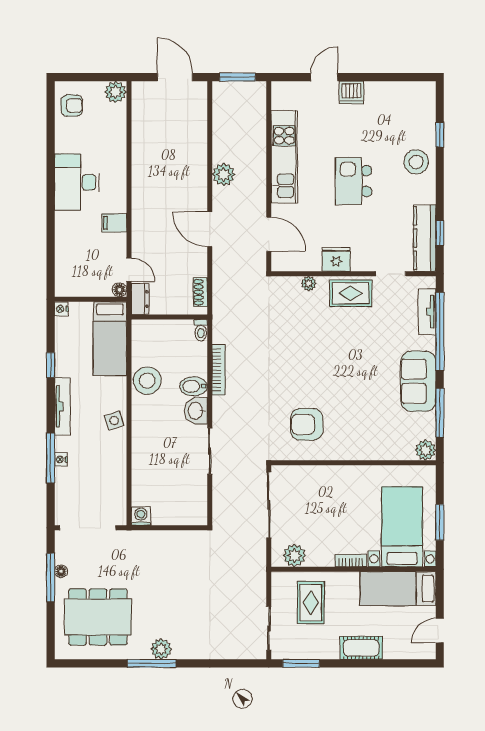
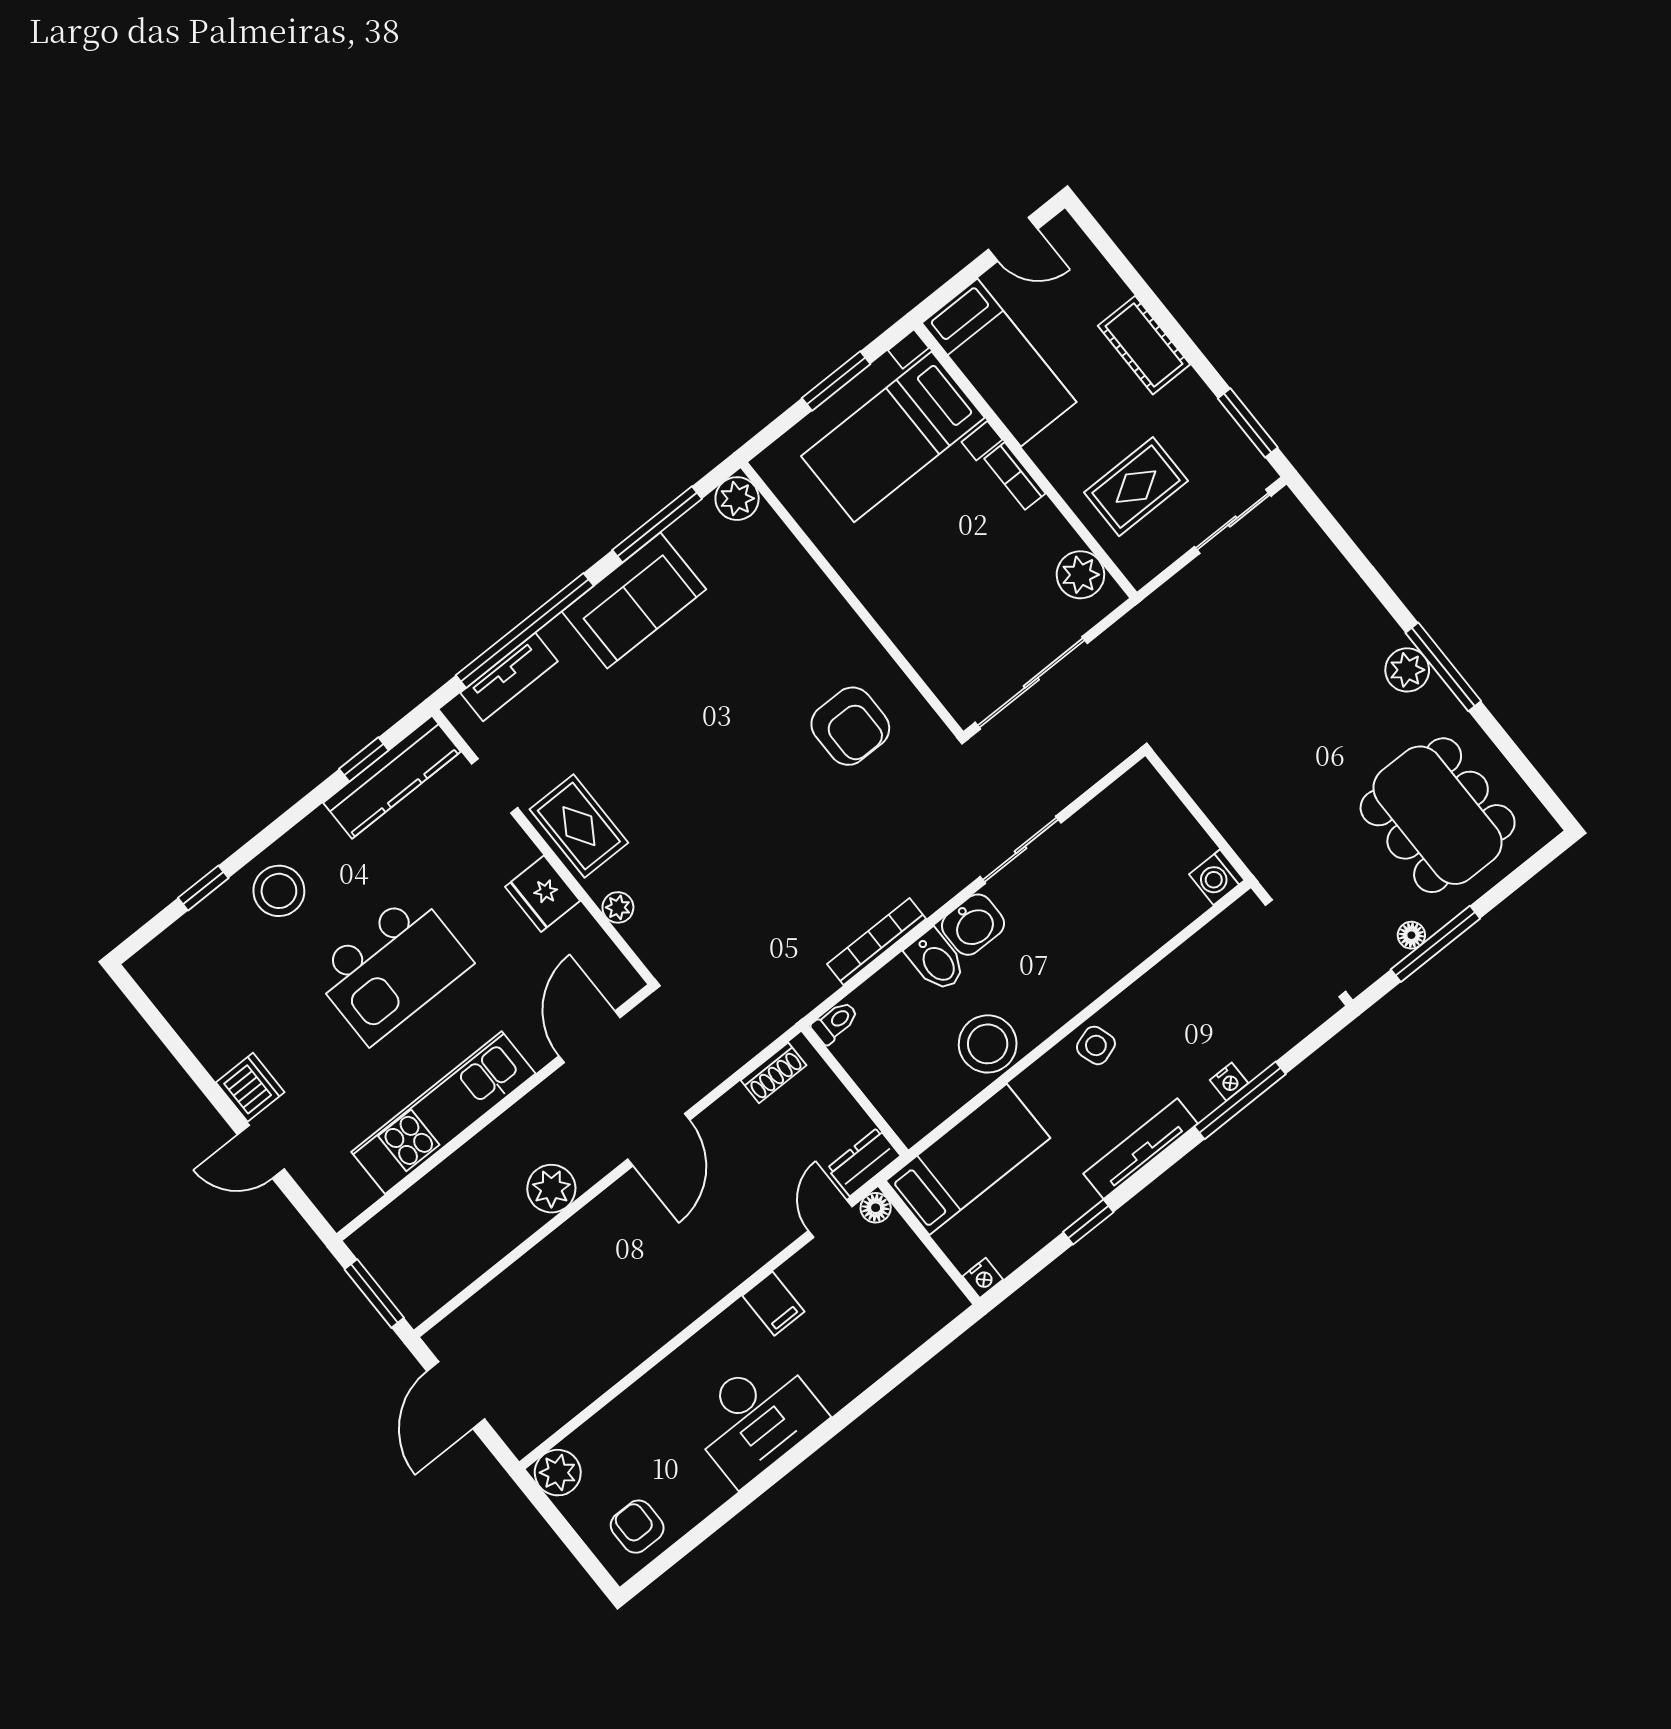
kitchen island: (354, 181) -> (392, 968), width x1.37, depth x1.28

